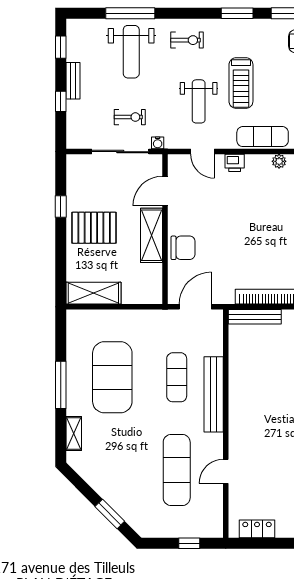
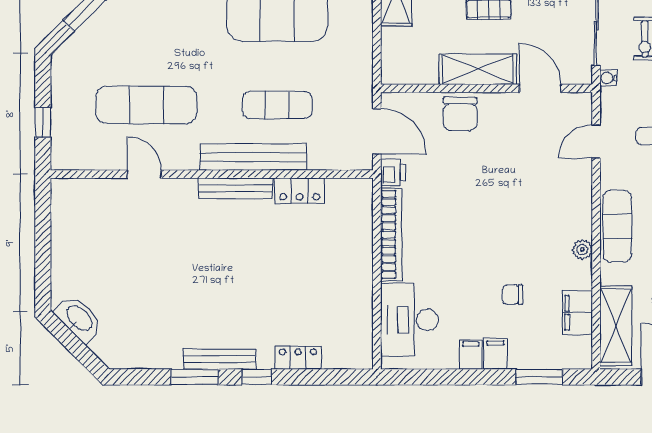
printer: (235, 163) -> (393, 172), moved, turned 180
bench: (255, 317) -> (236, 188), moved, turned 90
locker: (257, 529) -> (300, 190), moved, turned 90

